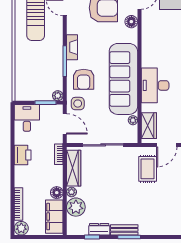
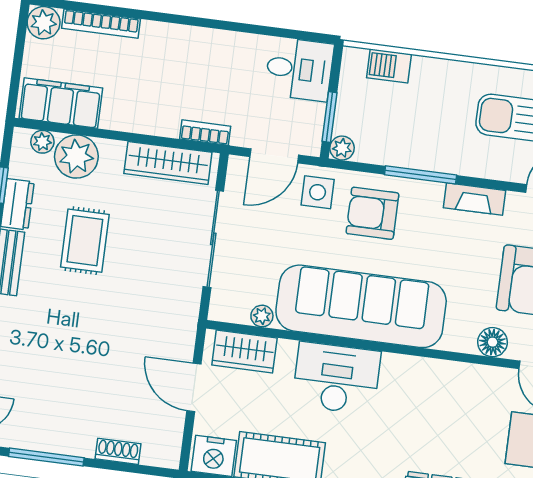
fireplace: (72, 47) -> (474, 199), moved
barbecue: (21, 80) -> (389, 66), added
printer: (23, 155) -> (214, 48), removed
rug: (148, 169) -> (85, 241), moved, turned 90
plant: (72, 192) -> (42, 142), moved
floor lamp: (57, 193) -> (116, 116), removed

